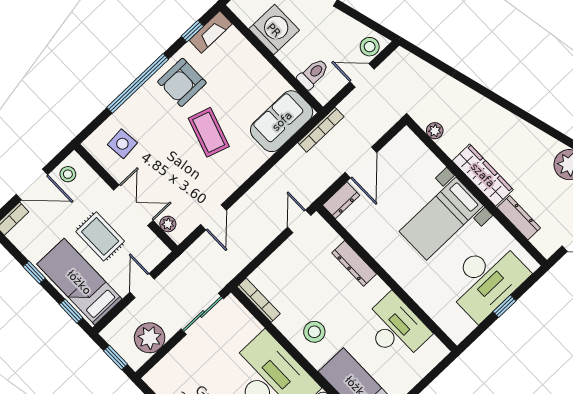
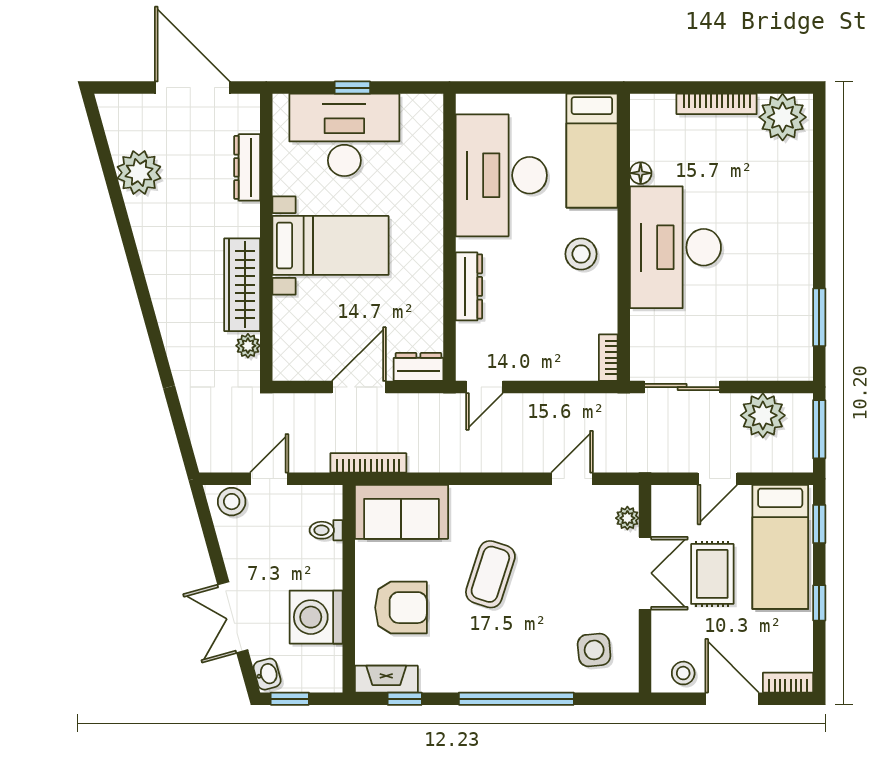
toilet: (313, 74) -> (326, 530), width x0.73, depth x0.72
door: (362, 75) -> (269, 479), swing flipped
armchair: (182, 82) -> (401, 608), moved
wardrobe: (483, 175) -> (242, 285), moved
double door: (133, 205) -> (645, 573), swing flipped
bookcase: (259, 300) -> (608, 358), width x0.64
desk: (396, 328) -> (501, 175), width x1.36, depth x1.30
window: (115, 357) -> (819, 429), width x1.50

